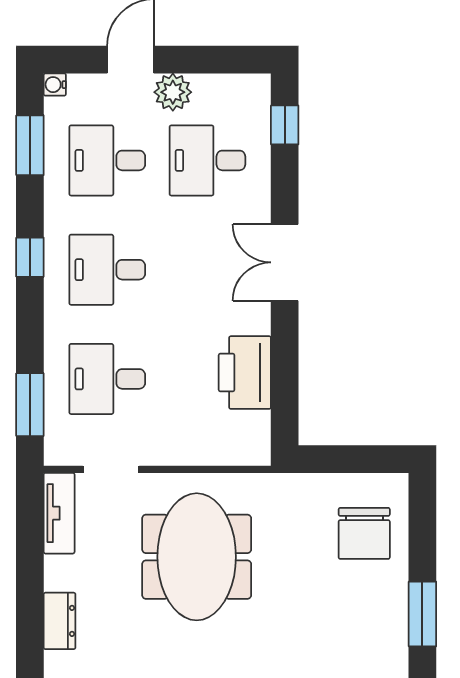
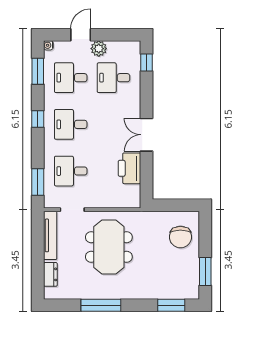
double door: (285, 262) -> (147, 135), moved
tv unit: (59, 513) -> (50, 235), width x1.41

